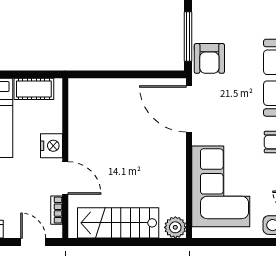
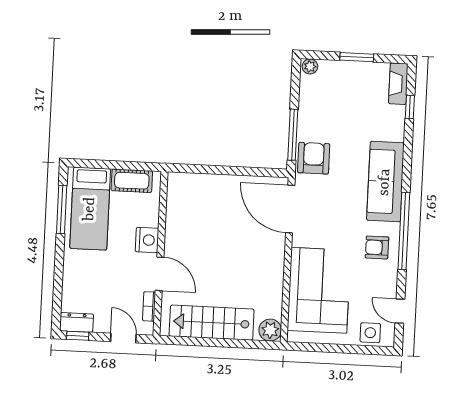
armchair: (209, 58) -> (314, 158), turned 180

